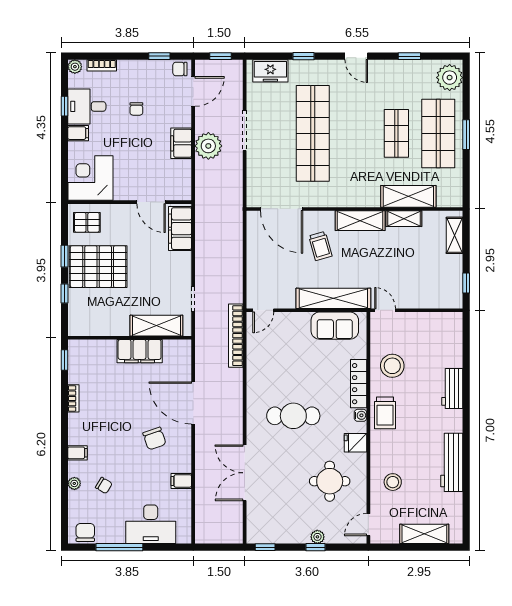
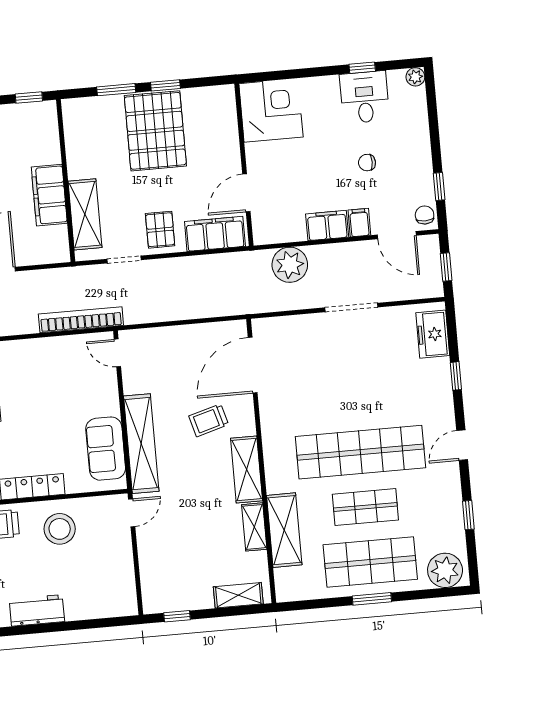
bookcase: (102, 65) -> (420, 112), removed
filing cabinet: (78, 133) -> (359, 223), moved, turned 180
shop shelf: (313, 133) -> (360, 452), moved
plant: (208, 146) -> (290, 265), moved
pallet: (87, 222) -> (160, 230), moved
window: (64, 294) -> (116, 90), width x1.50

